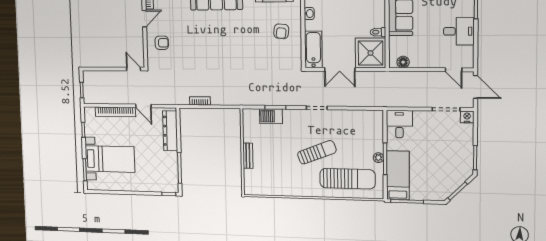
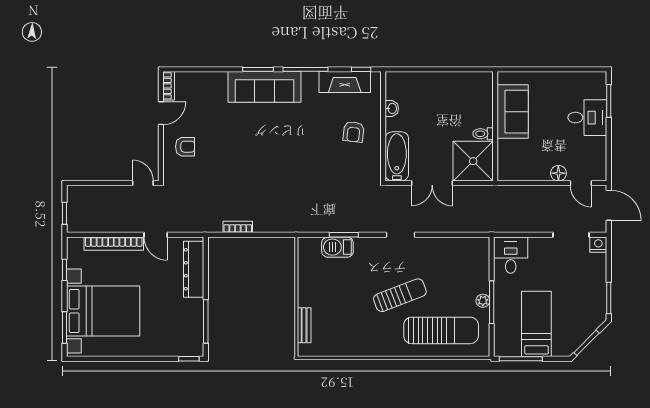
desk: (459, 31) -> (587, 118), moved
floor lamp: (403, 62) -> (558, 173), moved
bench: (248, 156) -> (304, 325), moved
bed with nightstands: (110, 159) -> (103, 311), width x1.36
bed: (398, 175) -> (536, 324), moved

